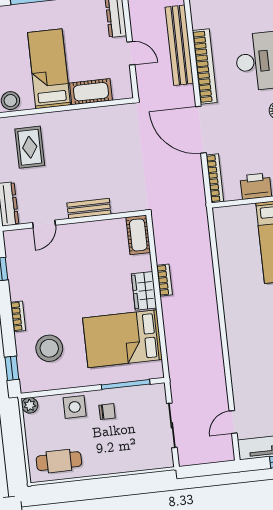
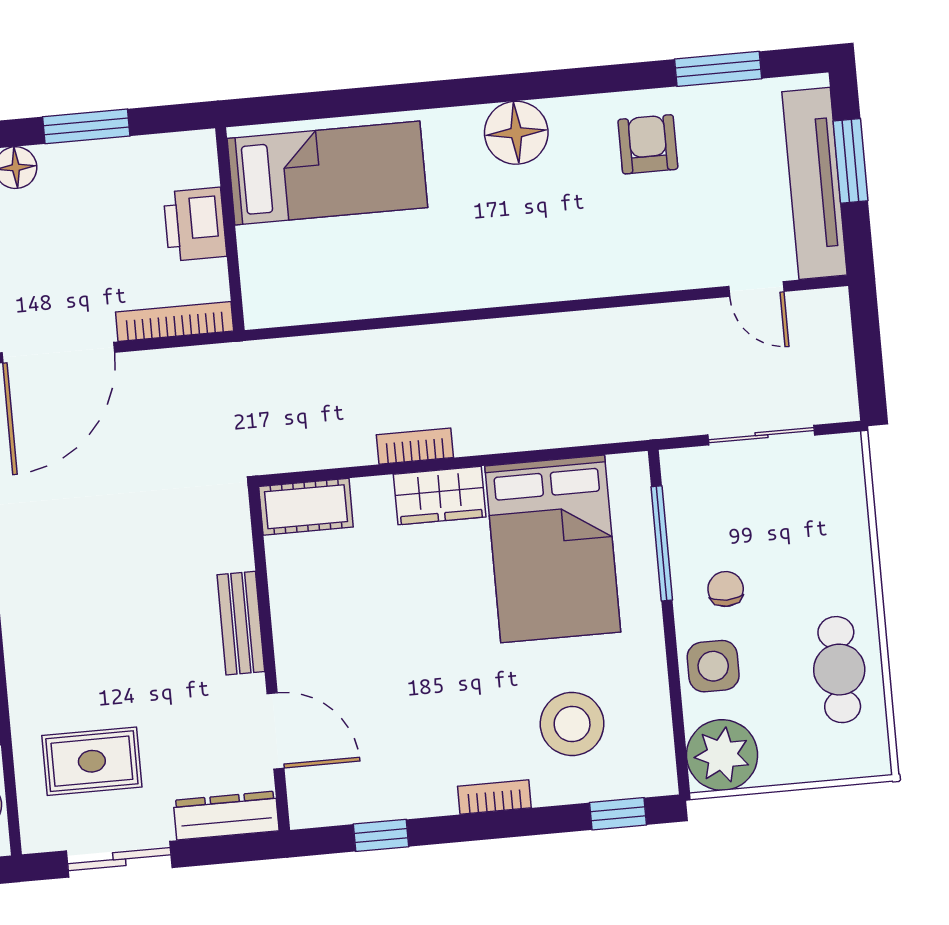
door: (44, 224) -> (275, 731), width x1.38
plant: (30, 405) -> (722, 755), width x1.88, depth x1.88
cafe table: (59, 461) -> (839, 670), moved

